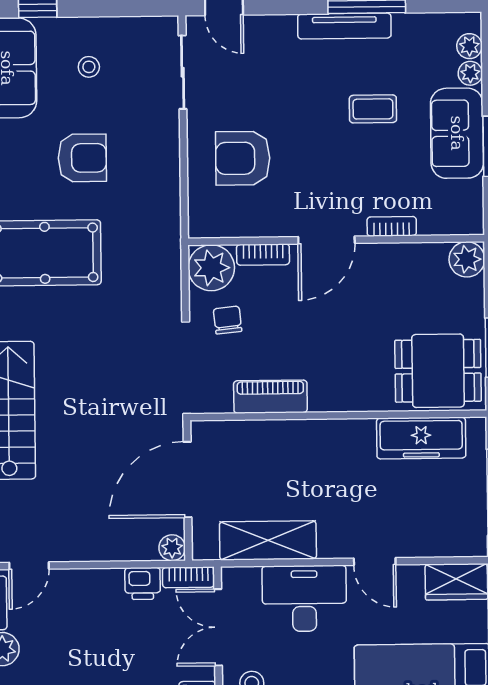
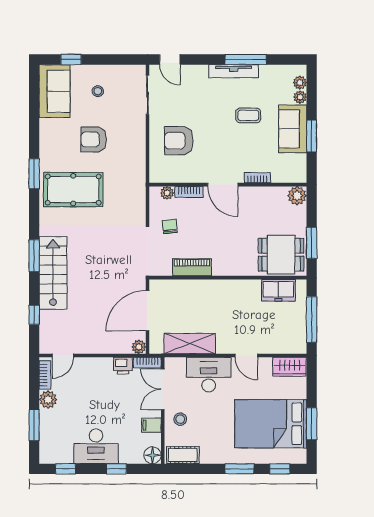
armchair: (82, 158) -> (94, 139), turned 180
door: (326, 240) -> (223, 185), hinge flipped
plant: (211, 268) -> (167, 193), width x0.53, depth x0.53
freezer: (421, 438) -> (278, 290), width x0.71

